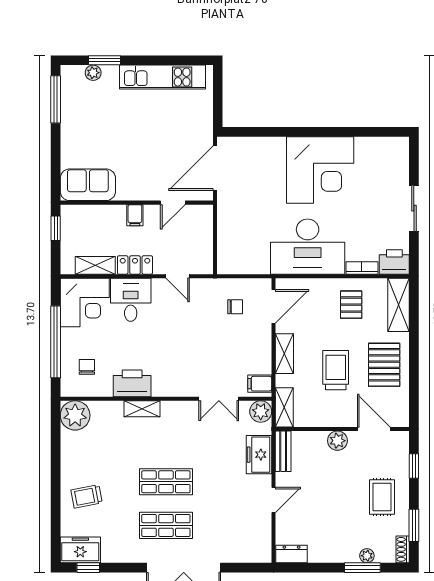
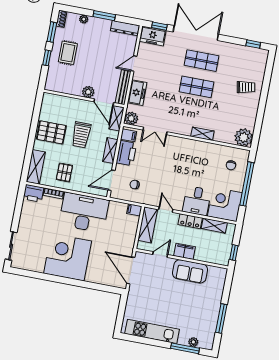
window: (104, 60) -> (185, 348), width x1.44
window: (56, 99) -> (221, 319), moved
door: (215, 168) -> (131, 270), swing flipped
sofa: (88, 185) -> (190, 271), moved
sliding door: (414, 208) -> (11, 246), moved
filing cabinet: (135, 215) -> (185, 251), width x2.00
shelving: (202, 246) -> (148, 225), added
filing cabinet: (228, 266) -> (134, 210), added
pallet: (384, 365) -> (51, 132), turned 90
printer: (132, 383) -> (126, 153), moved, turned -90
double door: (219, 399) -> (155, 131), swing flipped
door: (374, 429) -> (104, 102), moved
bench: (283, 451) -> (123, 87), width x1.36
window: (414, 466) -> (47, 58), moved
freezer: (80, 550) -> (153, 36), moved
dresser: (292, 554) -> (125, 28), width x1.44
window: (244, 568) -> (159, 26), added
window: (362, 568) -> (104, 16), moved

